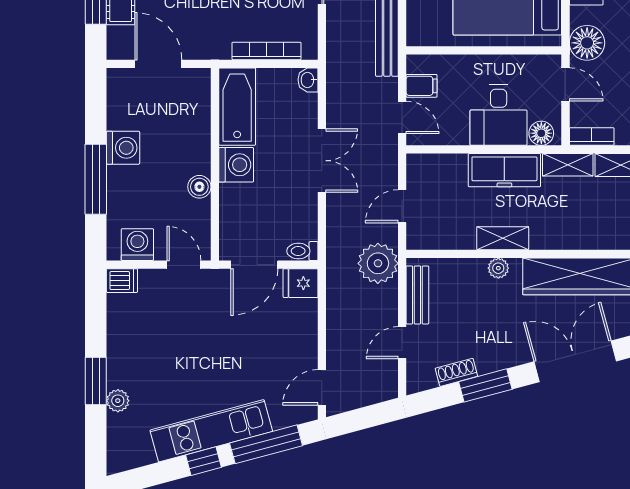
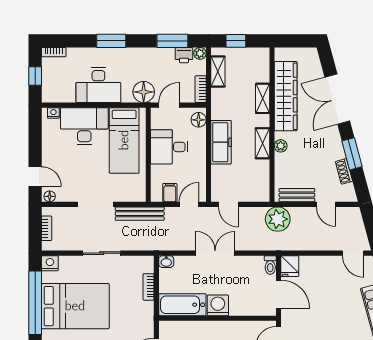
bookcase: (266, 51) -> (149, 287), width x0.64
desk: (499, 115) -> (169, 147), moved, turned 180
shelving: (568, 165) -> (263, 98), moved
boiler: (199, 187) -> (231, 328), removed
door: (402, 206) -> (228, 204), moved

